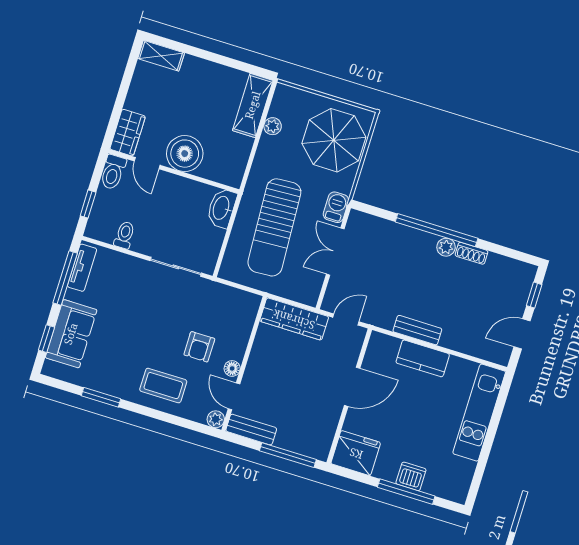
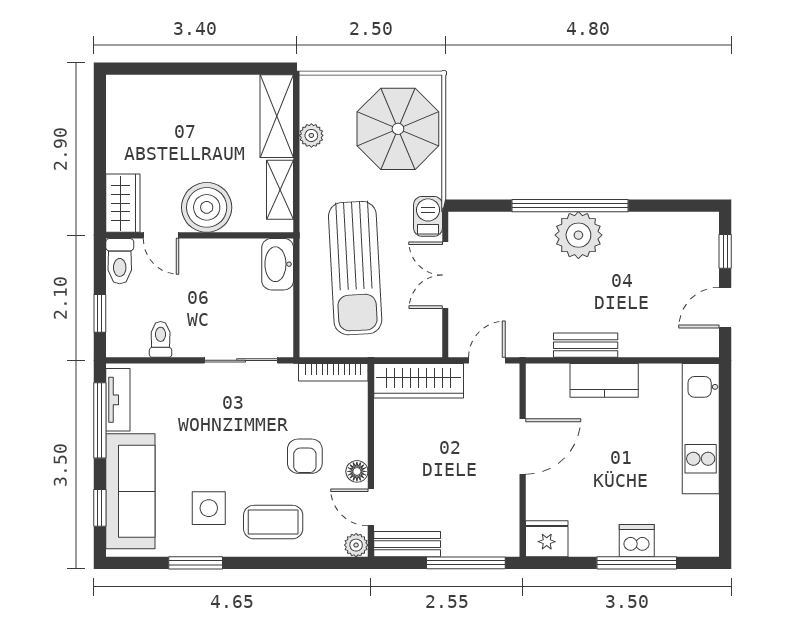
shelving: (161, 56) -> (280, 190), moved, turned 90
plant: (446, 247) -> (578, 235), width x1.87, depth x1.87
shoe rack: (471, 253) -> (626, 222), removed
bookcase: (237, 295) -> (333, 372), added
sofa: (71, 334) -> (130, 491), width x1.36
side table: (122, 362) -> (209, 508), added
fridge: (356, 453) -> (547, 539), width x0.73, depth x0.75

